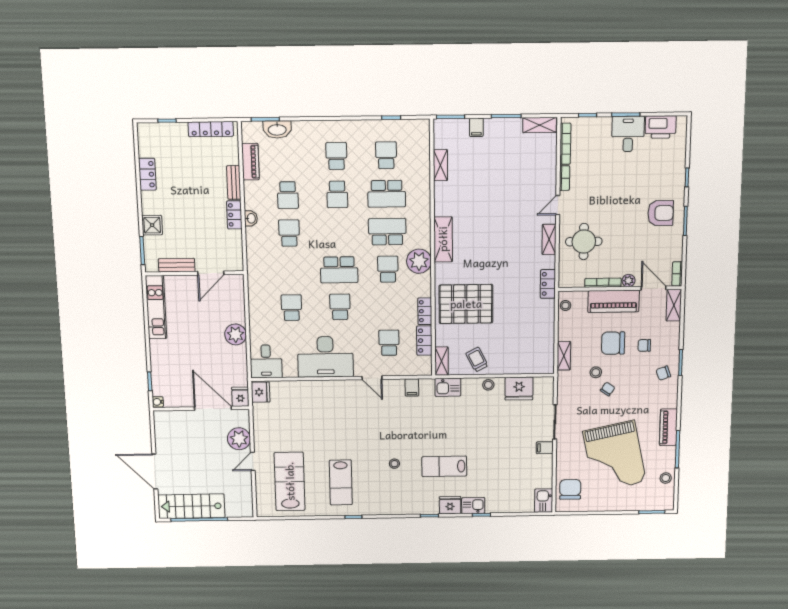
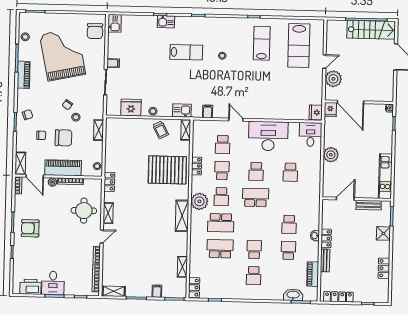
school desk: (386, 155) -> (222, 171), moved, turned 180
locker: (424, 341) -> (194, 288), moved
fridge: (450, 505) -> (183, 23), removed

